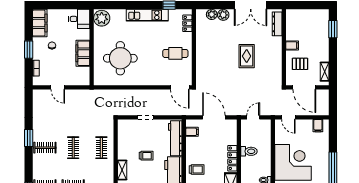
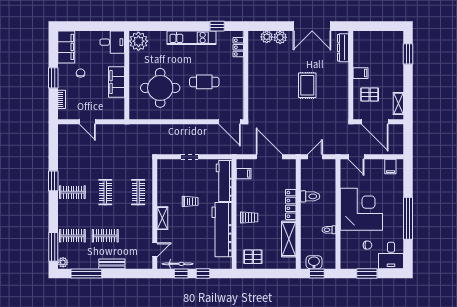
cafe table: (175, 53) -> (204, 82), moved

